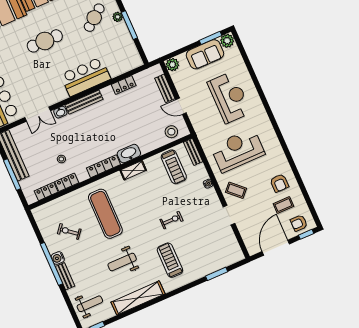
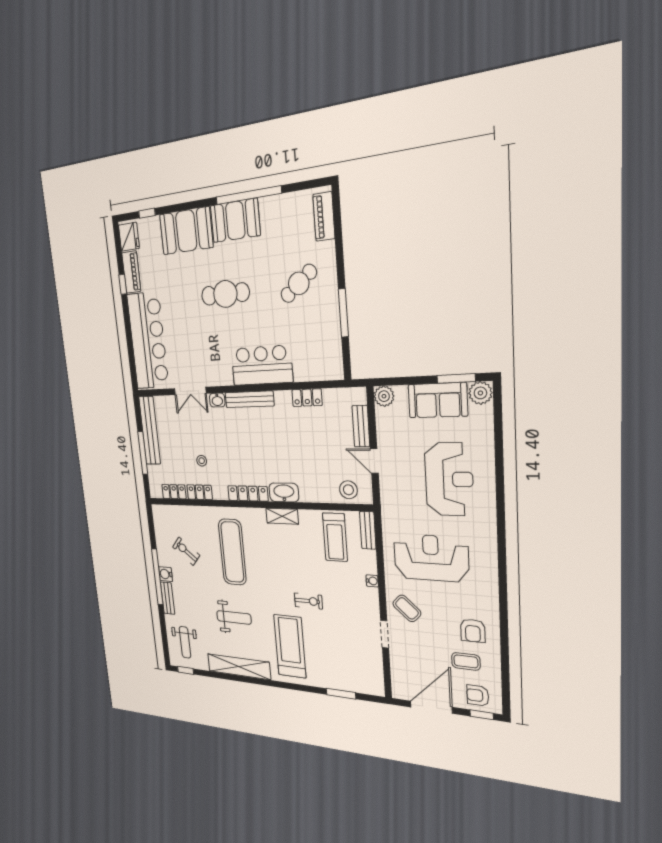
plant: (118, 17) -> (331, 294), removed
treadmill: (170, 260) -> (290, 646), width x1.37, depth x1.38
weight bench: (122, 262) -> (234, 617), turned 180
weight bench: (90, 304) -> (185, 642), turned 90

